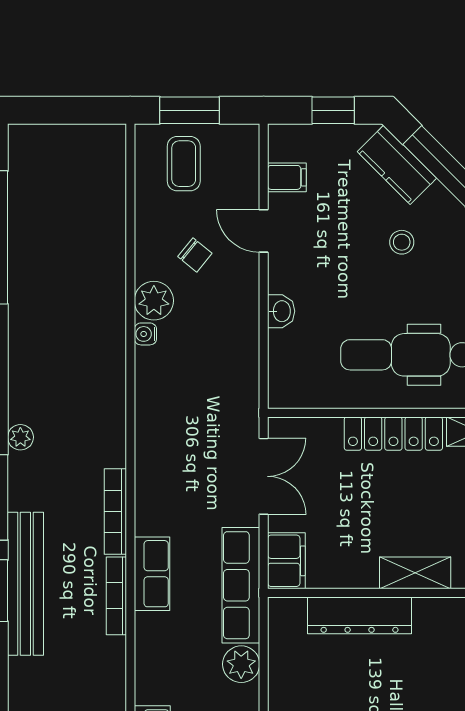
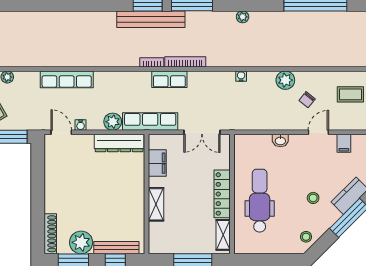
water cooler: (145, 334) -> (241, 76), moved
plant: (20, 437) -> (243, 17), moved
filing cabinet: (286, 561) -> (157, 163), moved, turned -90
row of seats: (152, 574) -> (169, 79), moved
bookcase: (116, 596) -> (152, 62), width x0.64
dresser: (360, 615) -> (119, 143), moved, turned -90

